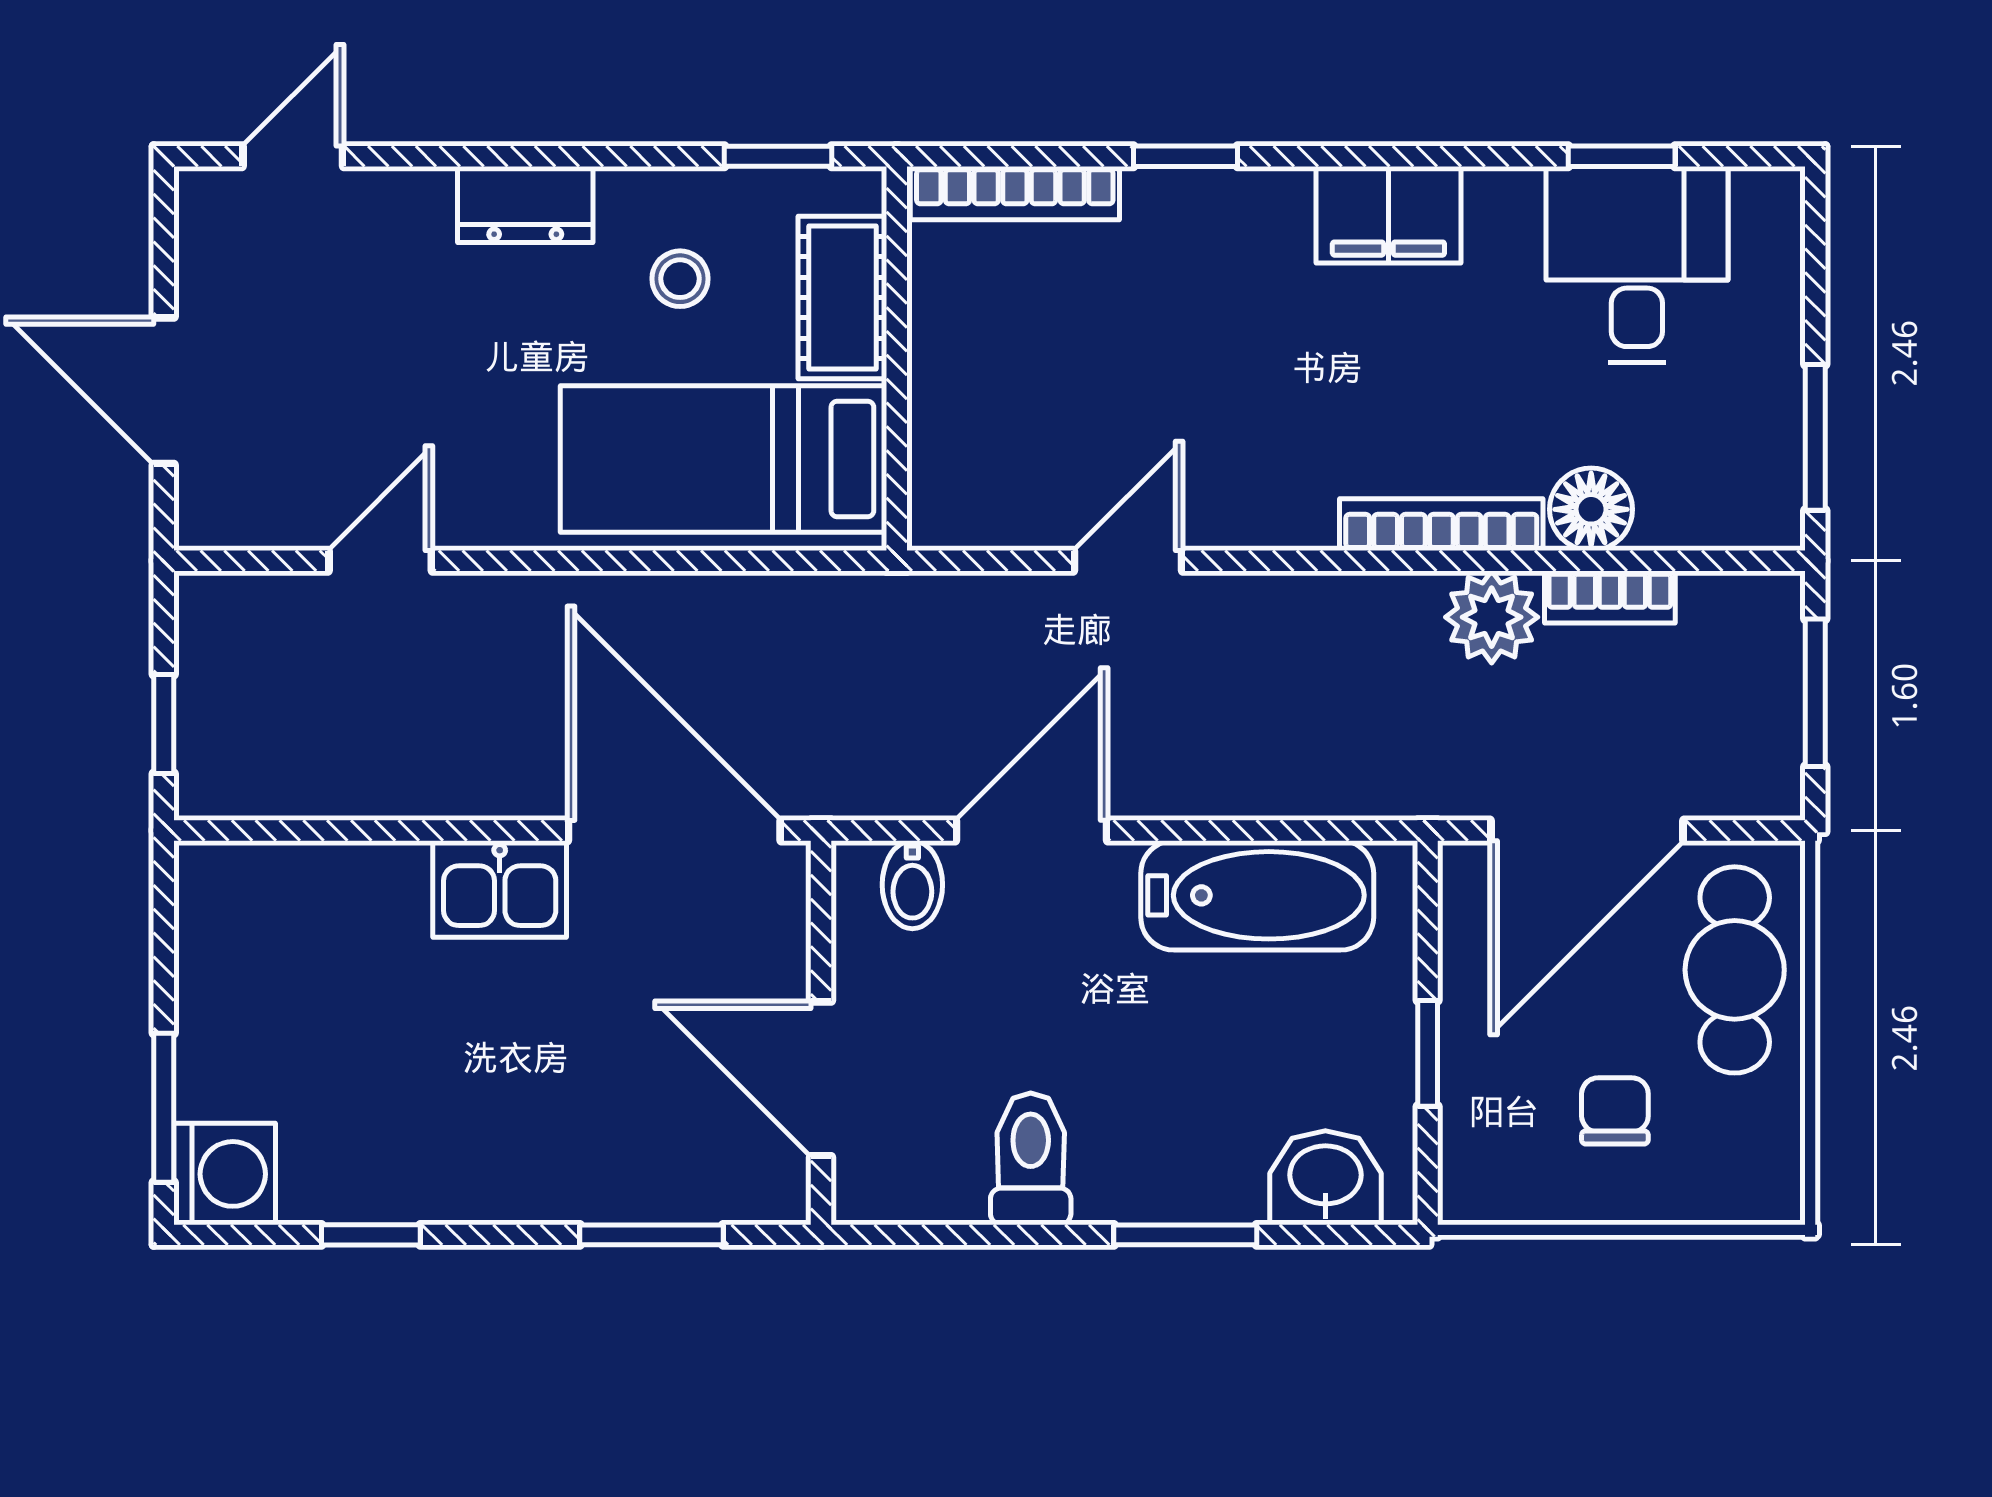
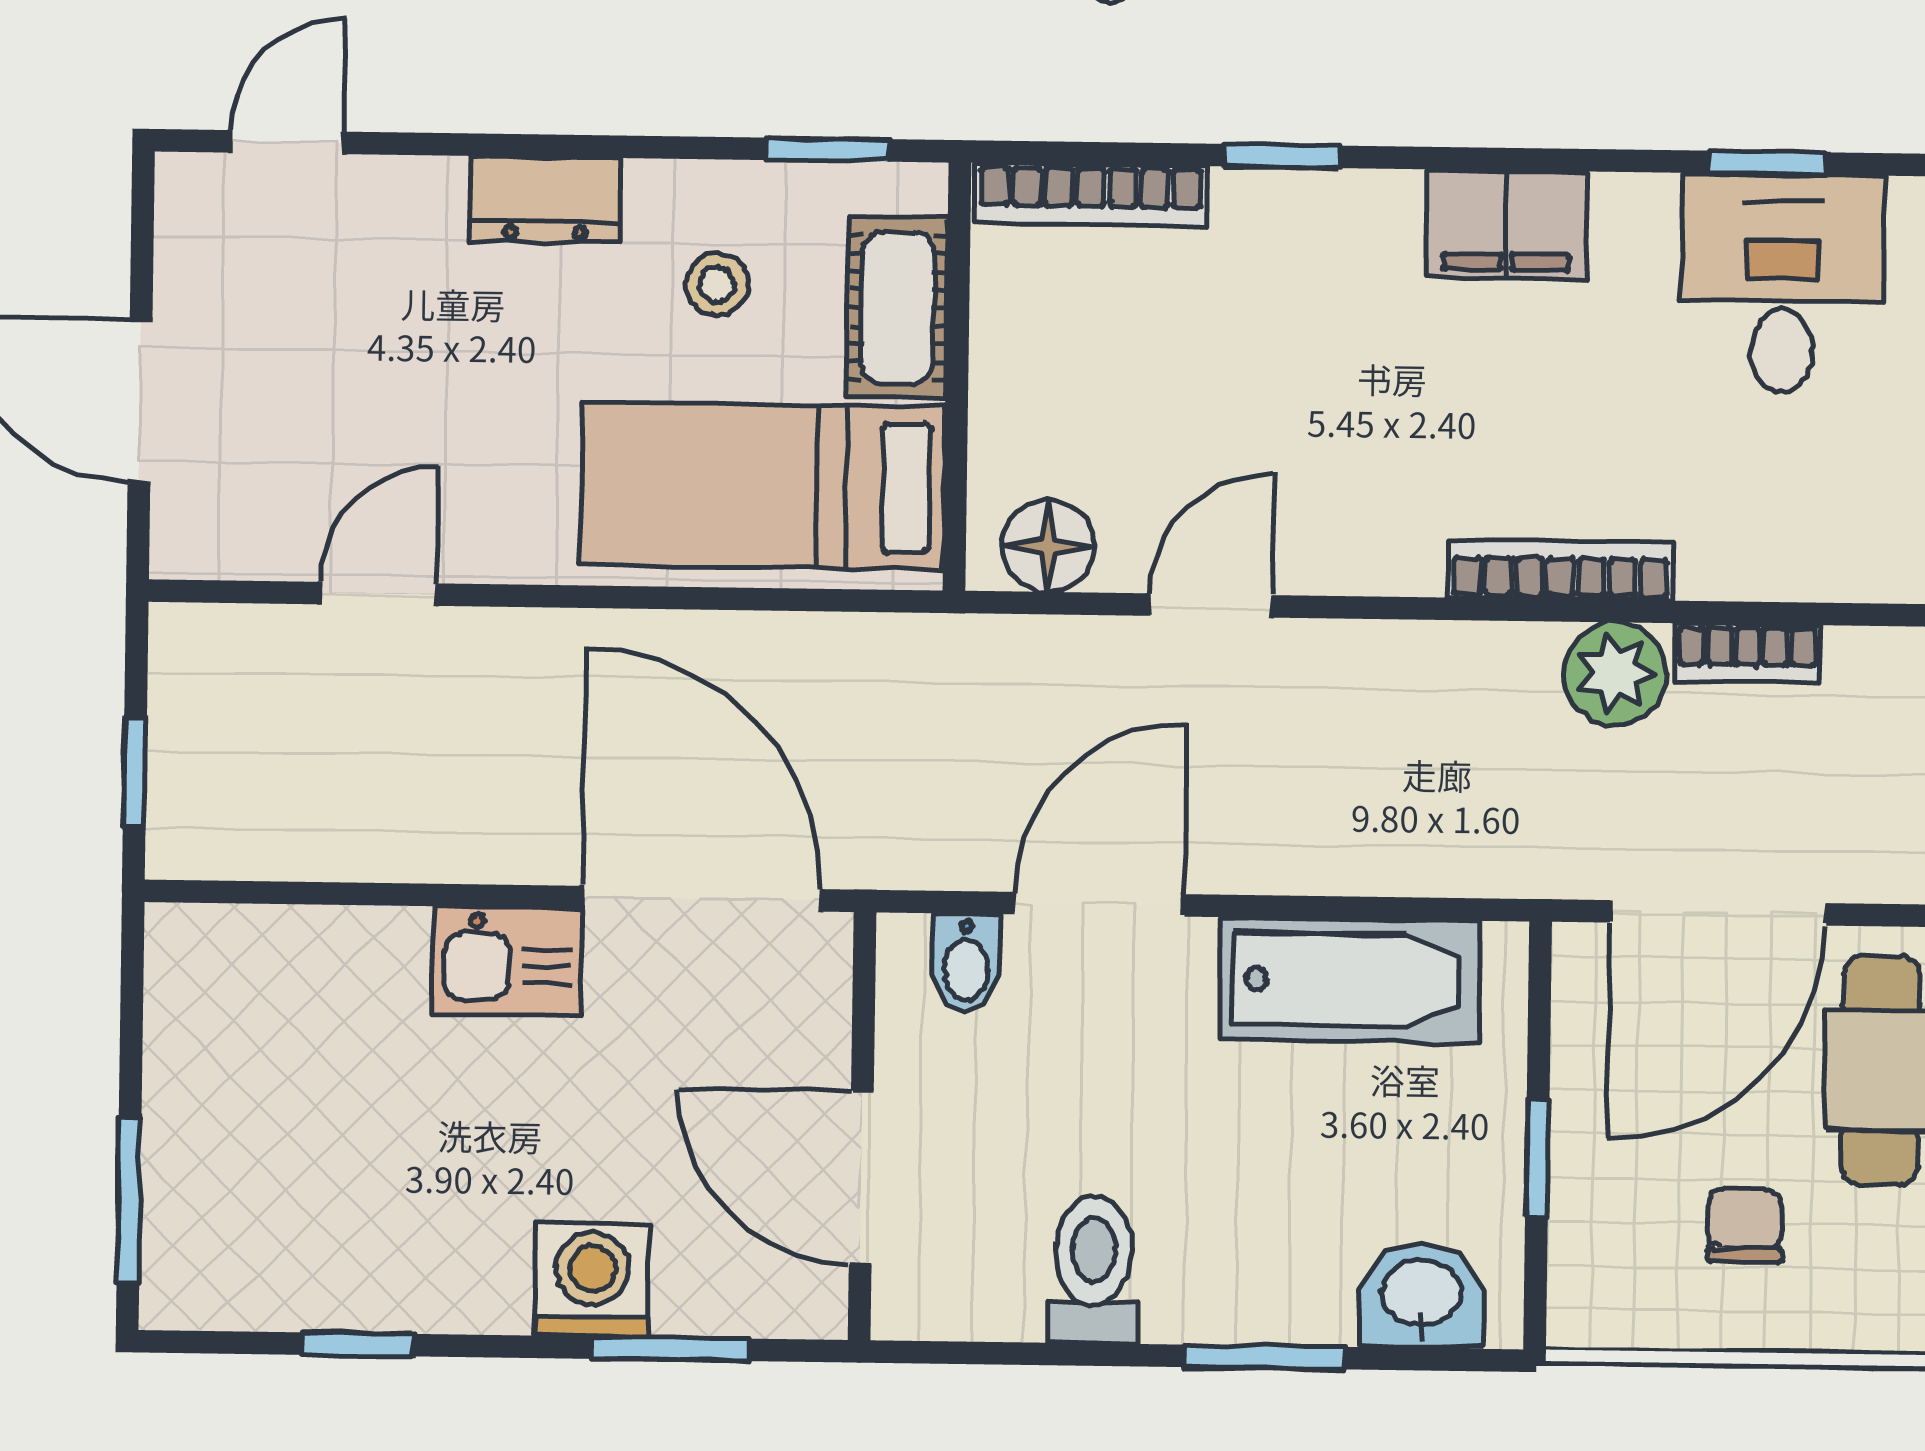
floor lamp: (1591, 509) -> (1048, 546), moved
washing machine: (225, 1174) -> (592, 1280), moved, turned -90

